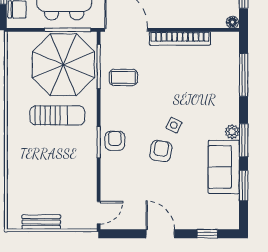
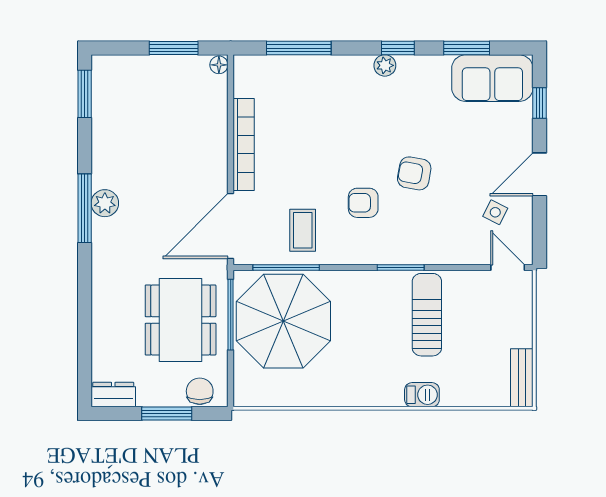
sun lounger: (57, 115) -> (427, 315), moved
side table: (174, 125) -> (495, 212), moved
window: (244, 140) -> (398, 48), width x0.67
armchair: (115, 141) -> (363, 203), moved
barbecue: (15, 156) -> (422, 395), added
sofa: (224, 167) -> (492, 78), moved
bench: (41, 222) -> (522, 378), moved

